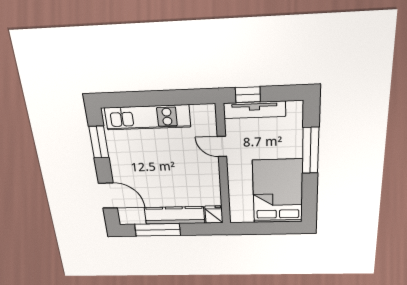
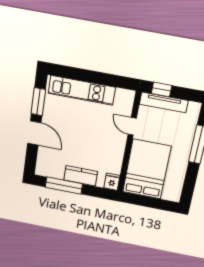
bed: (278, 192) -> (147, 169), moved
door: (108, 196) -> (34, 133), moved
kitchen counter: (175, 215) -> (81, 176), width x0.67

